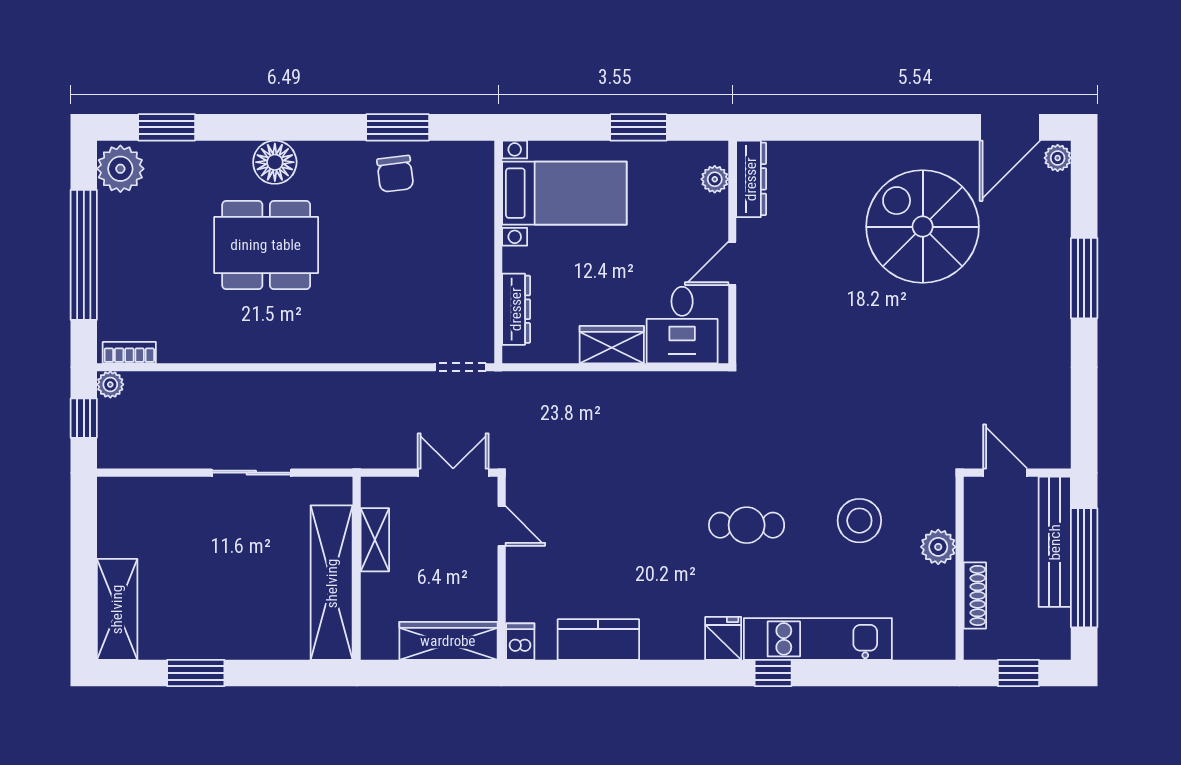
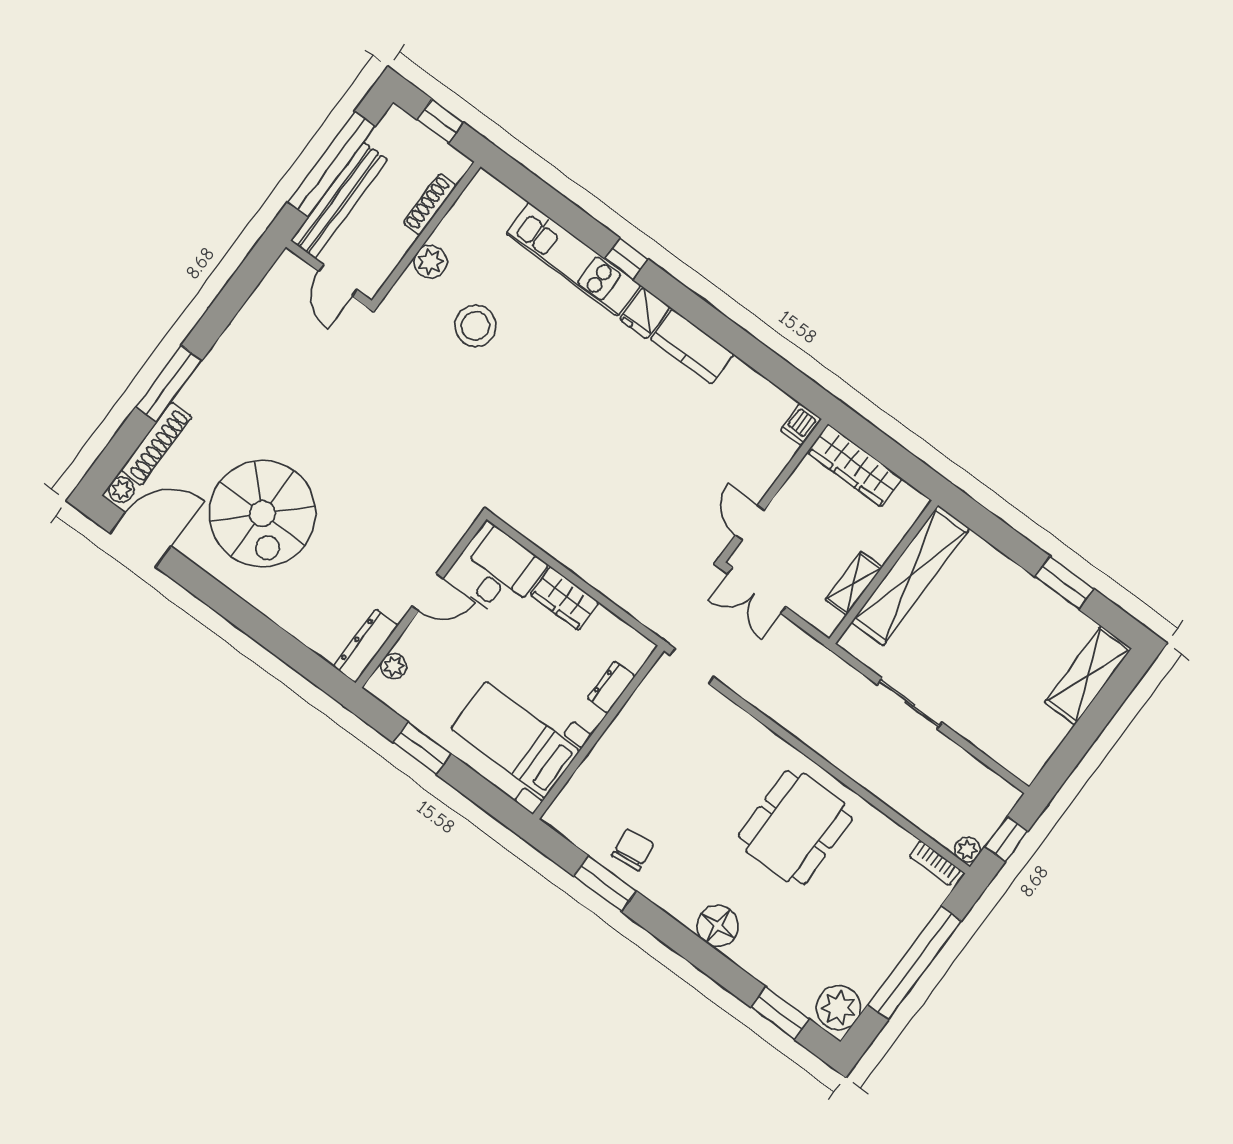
shoe rack: (1057, 219) -> (156, 444), added
dining table: (266, 245) -> (795, 827), moved, turned 90
dresser: (516, 309) -> (611, 687), width x0.70
cafe table: (747, 525) -> (564, 386), removed
kitchen counter: (598, 639) -> (692, 347), moved

